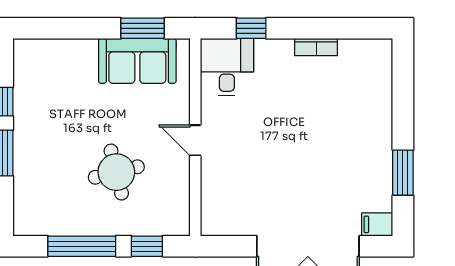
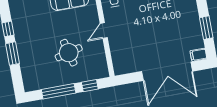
door: (195, 140) -> (104, 31), hinge flipped

